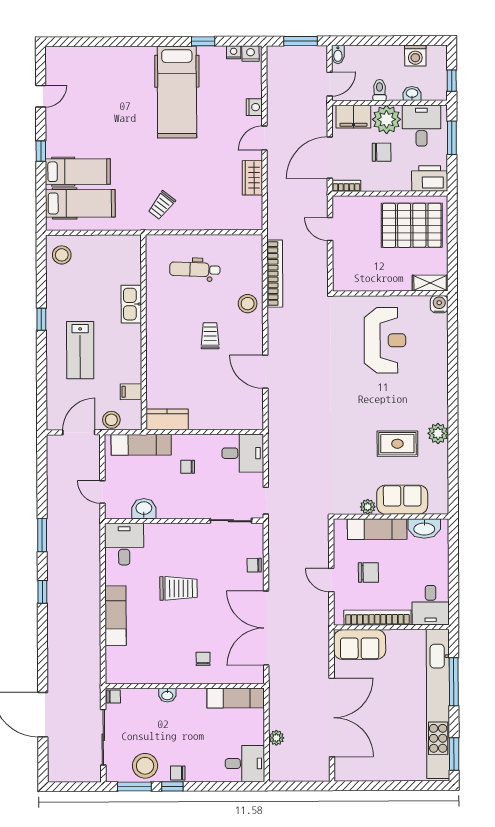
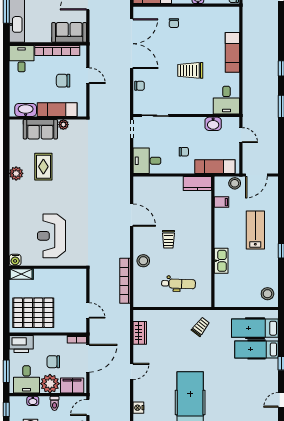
nightstand: (254, 107) -> (138, 408), moved
wardrobe: (252, 178) -> (140, 333), moved
rug: (397, 444) -> (43, 167), turned 90

